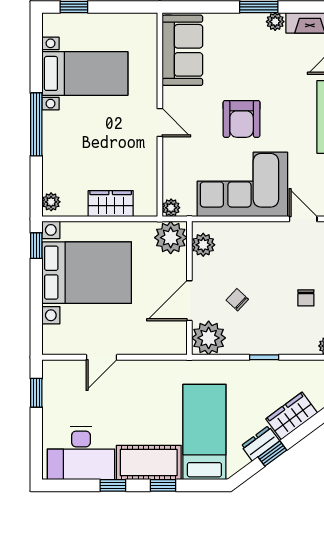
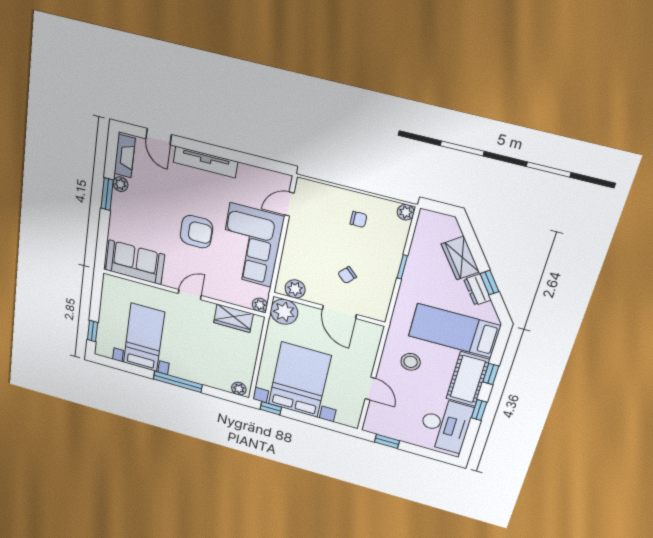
wardrobe: (111, 204) -> (233, 318), moved, turned -90
plant: (209, 338) -> (374, 306), removed
stool: (151, 394) -> (411, 362), added

